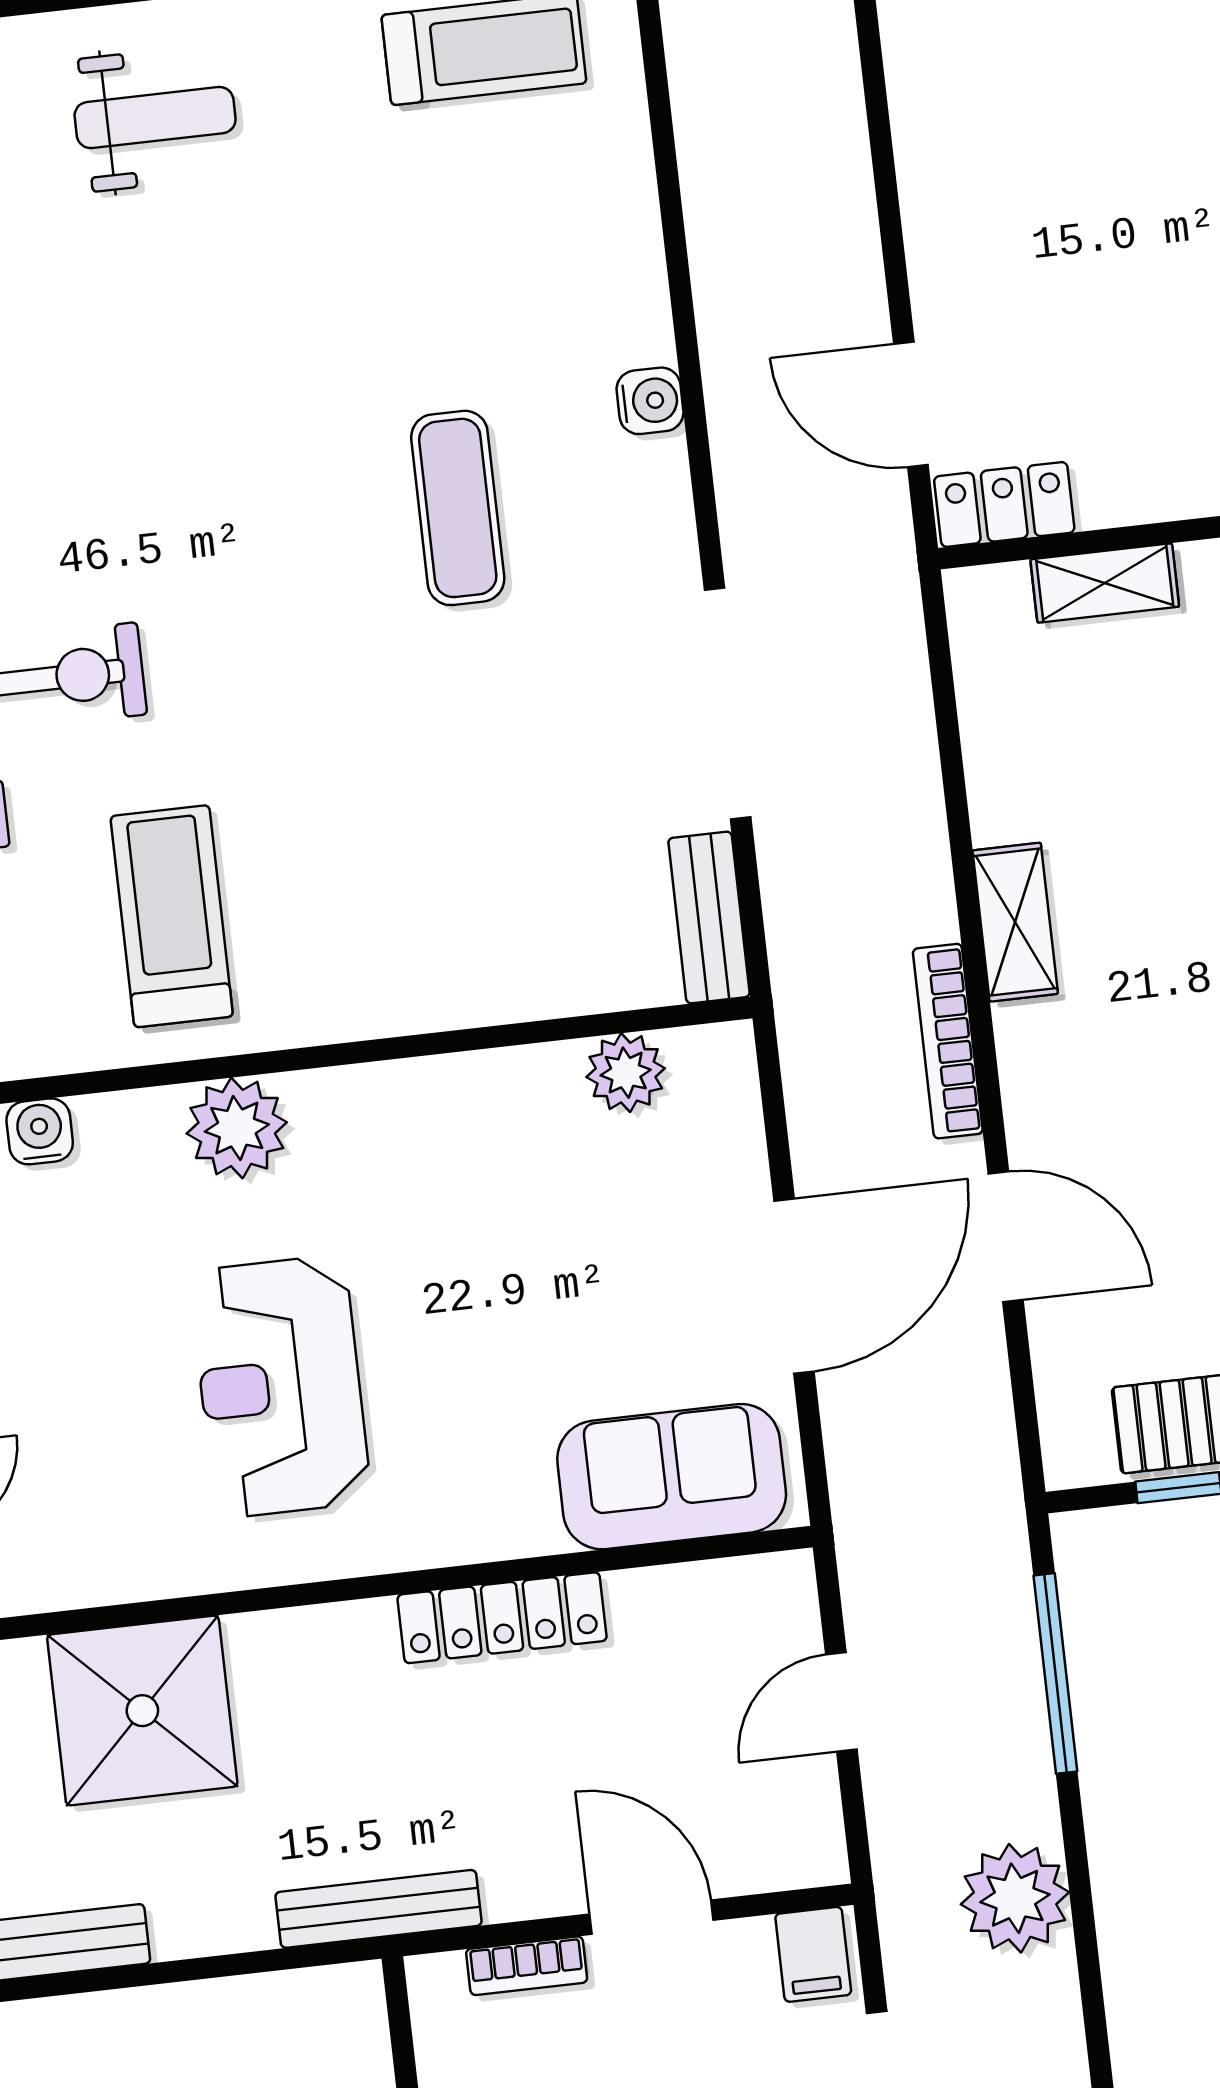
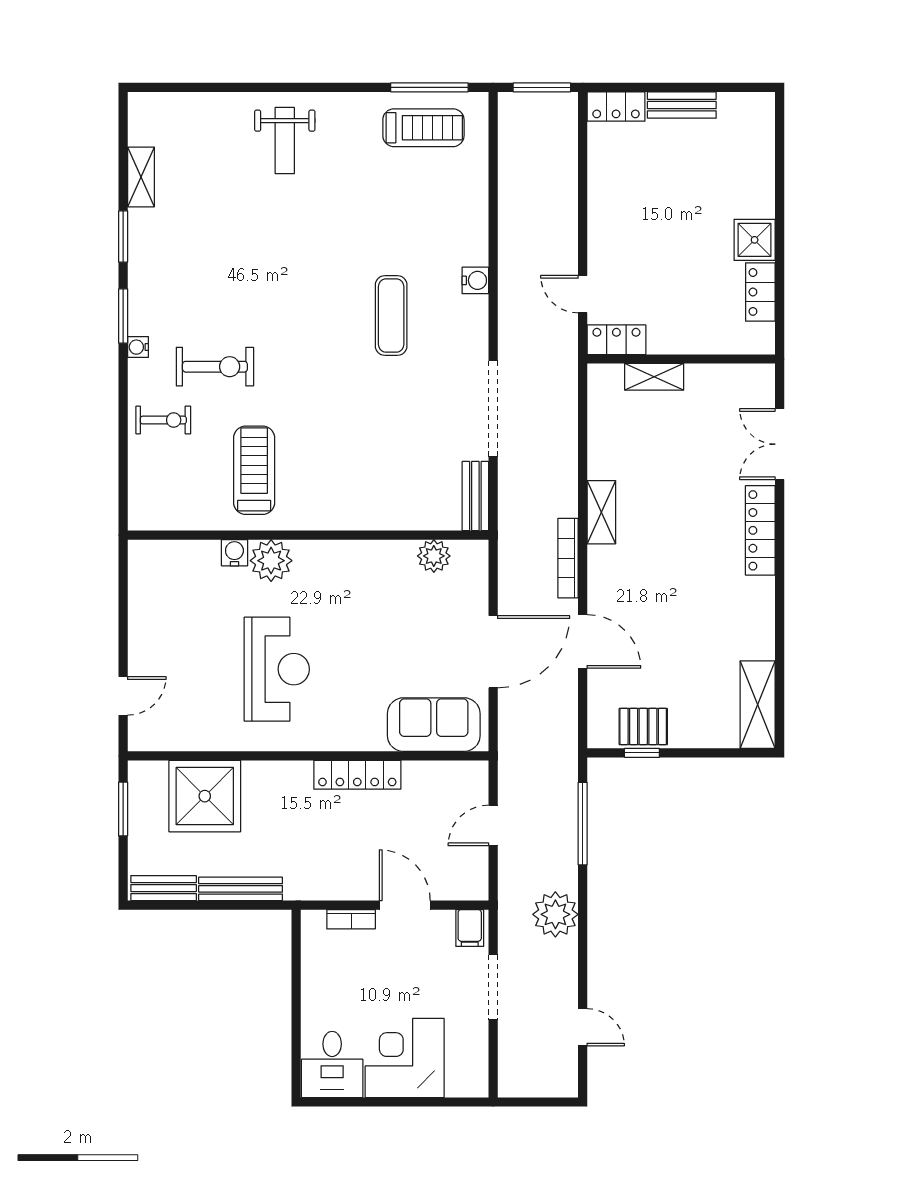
weight bench: (155, 118) -> (285, 140), turned 90
door: (911, 405) -> (583, 294), width x0.73
water cooler: (40, 1131) -> (234, 553), moved
reception desk: (280, 1387) -> (277, 669), turned 180
bench: (379, 1909) -> (241, 889), moved

